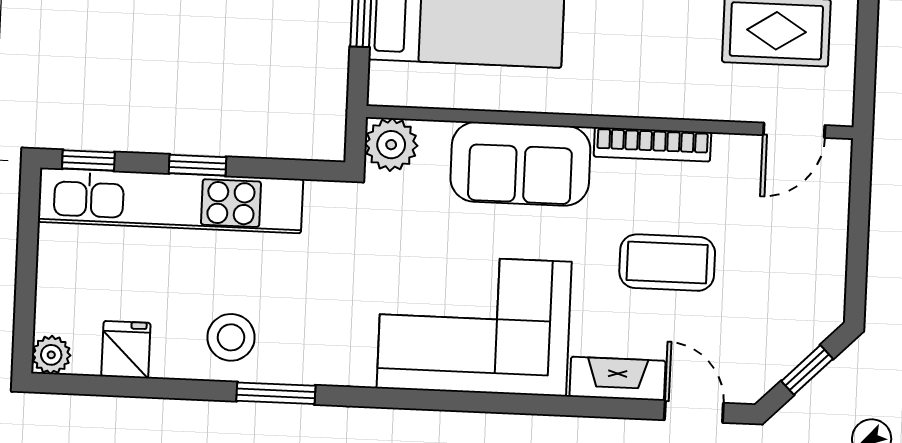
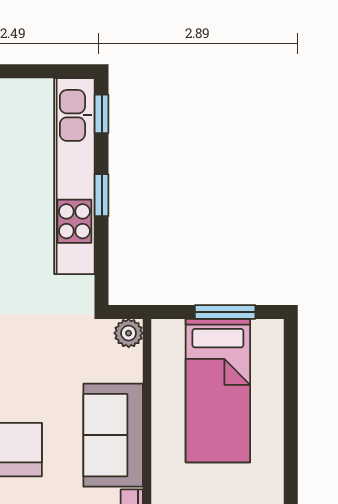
plant: (391, 145) -> (129, 333), width x0.73, depth x0.73

